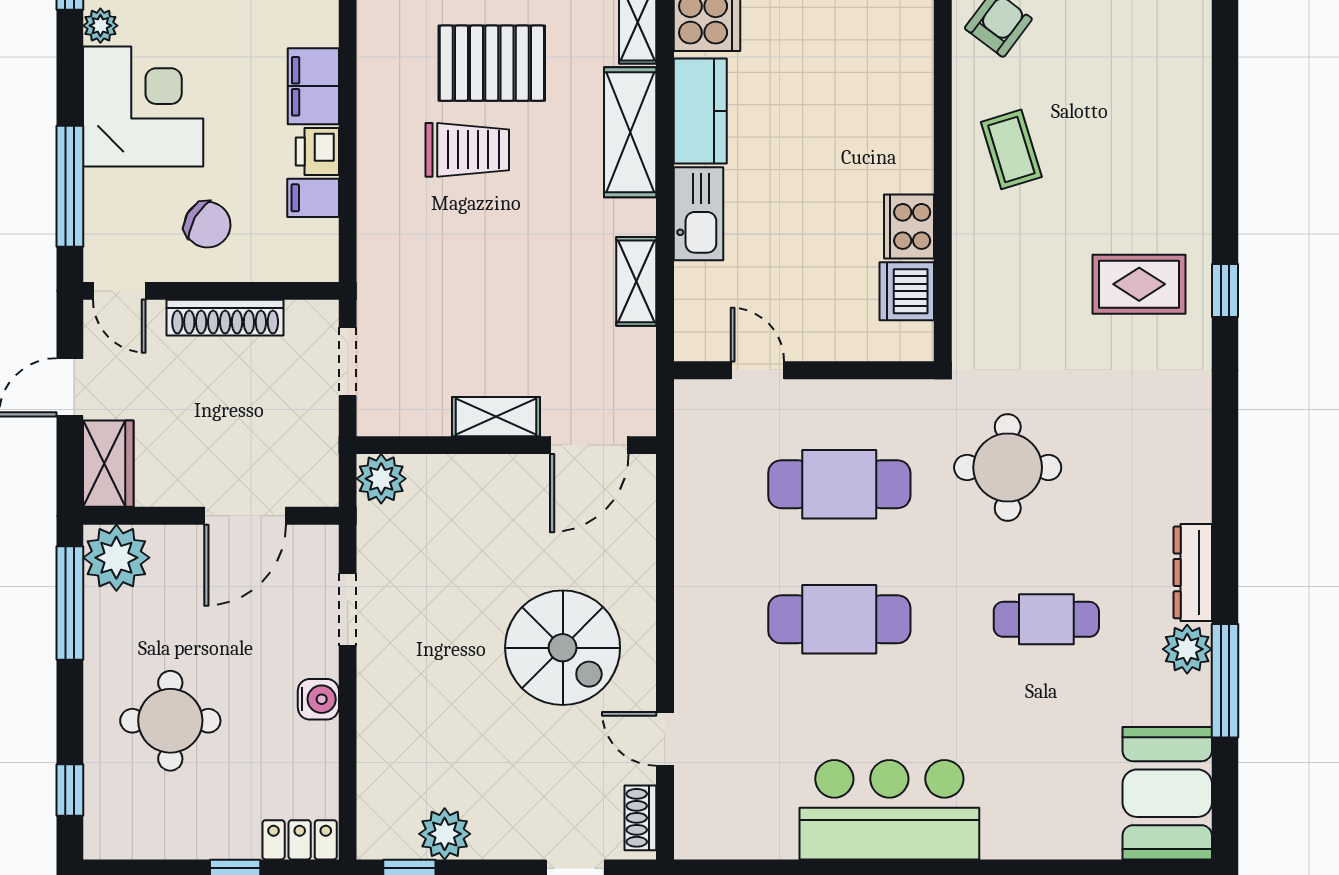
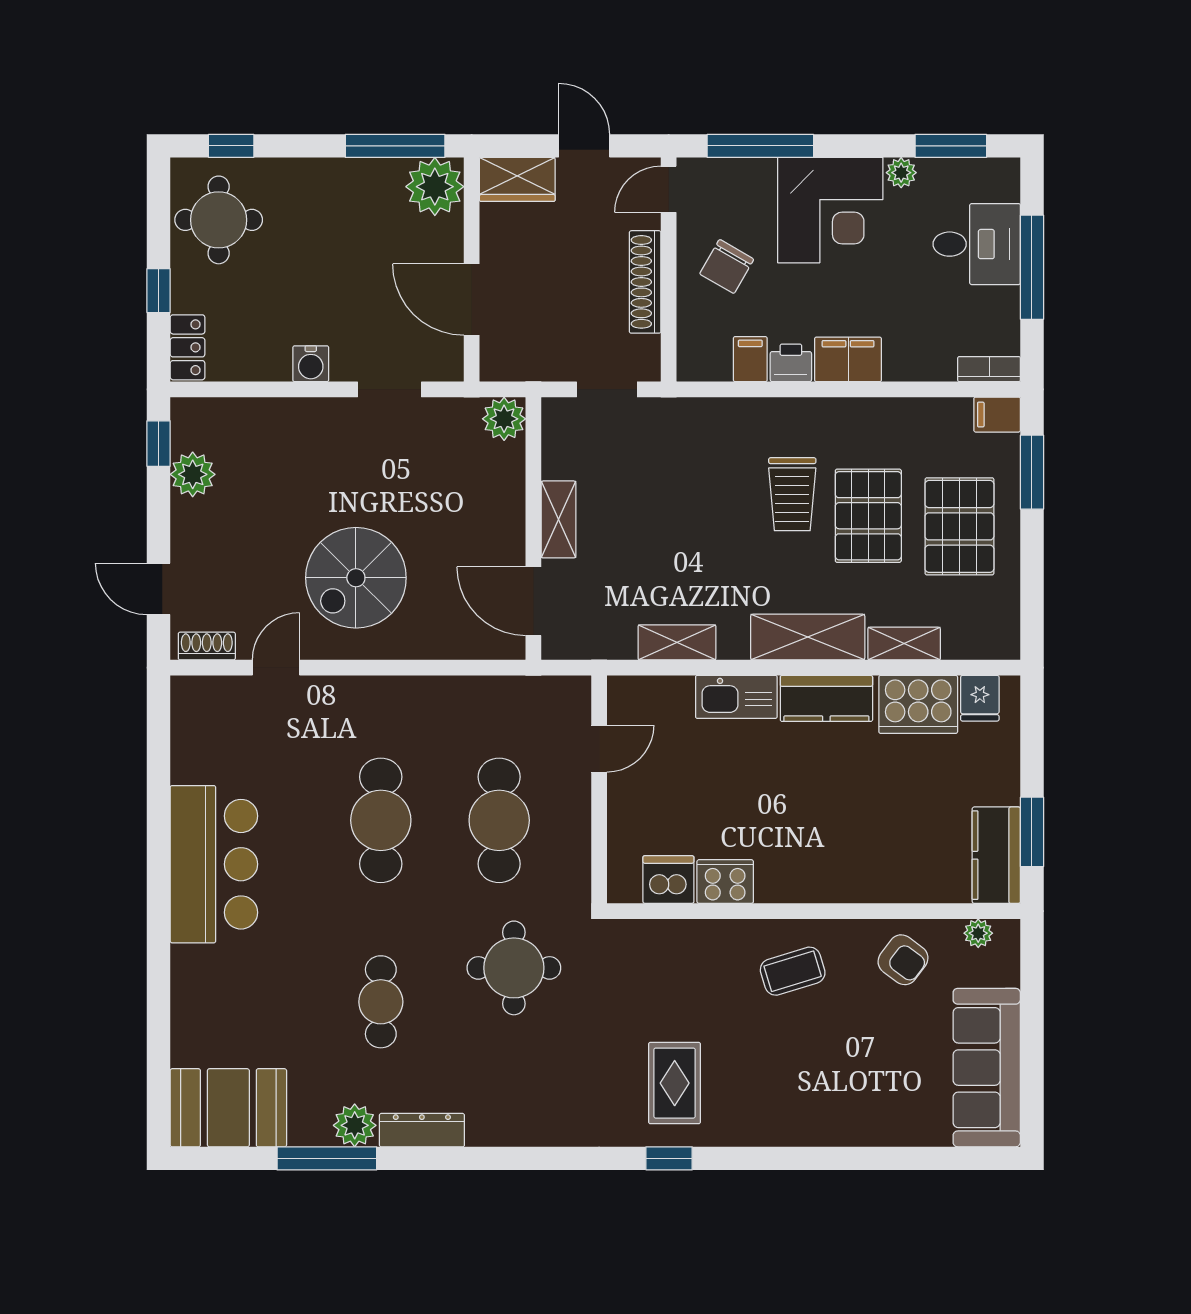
round table: (170, 721) -> (219, 220), moved

